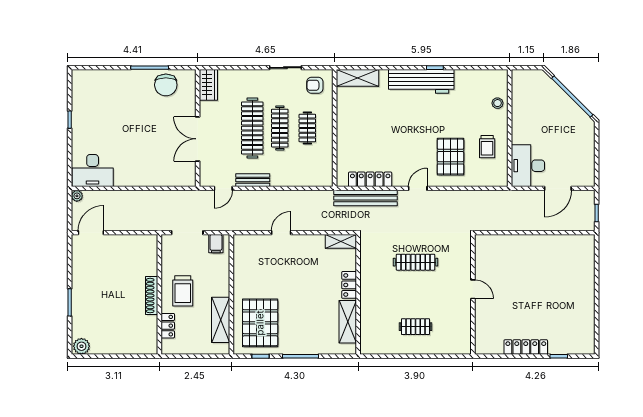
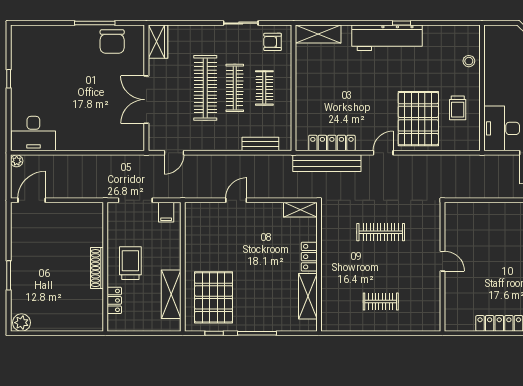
pallet: (450, 157) -> (418, 119), width x1.37, depth x1.41
bench: (253, 180) -> (260, 144), moved
trolley: (183, 291) -> (130, 263), turned 180

